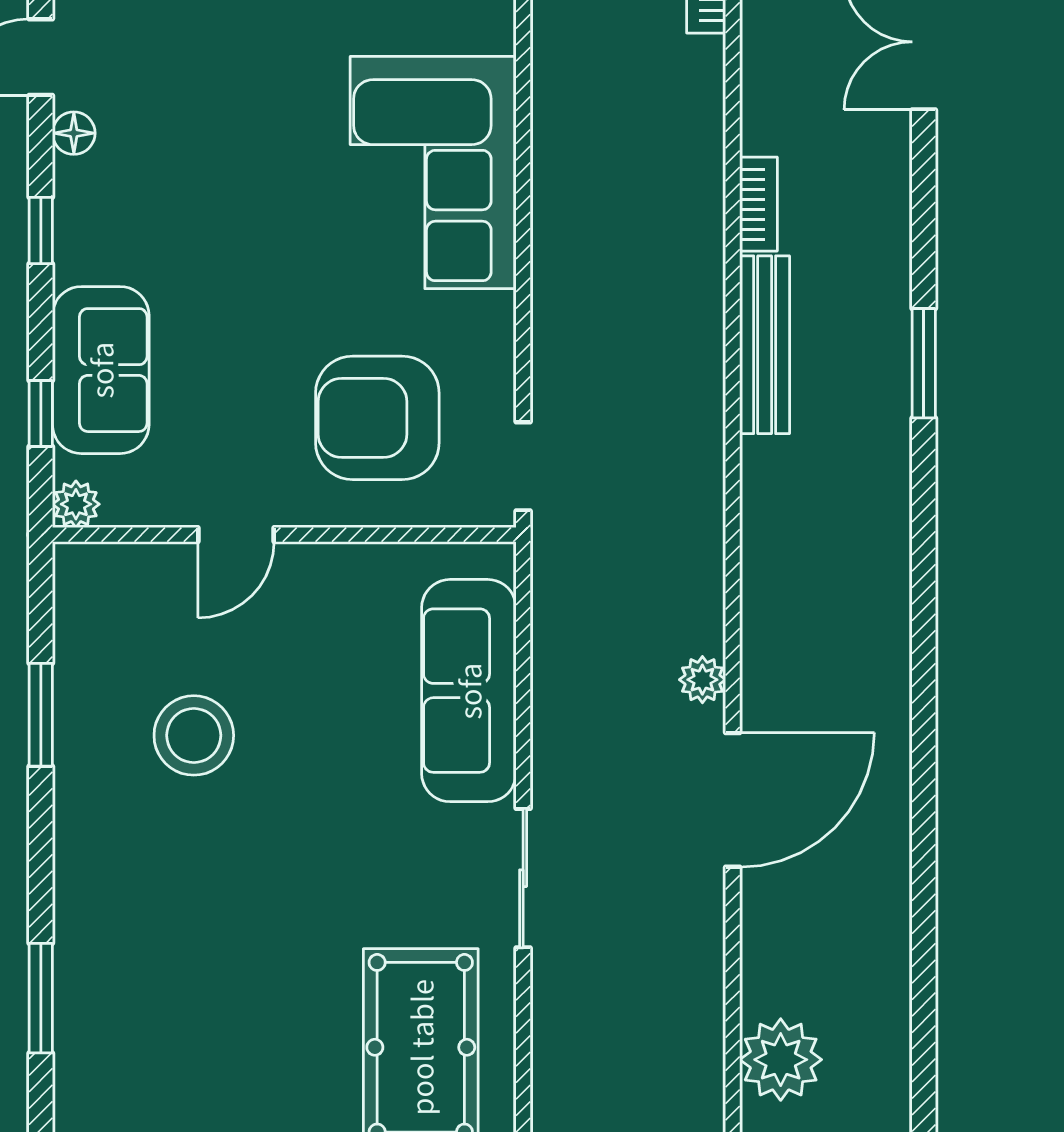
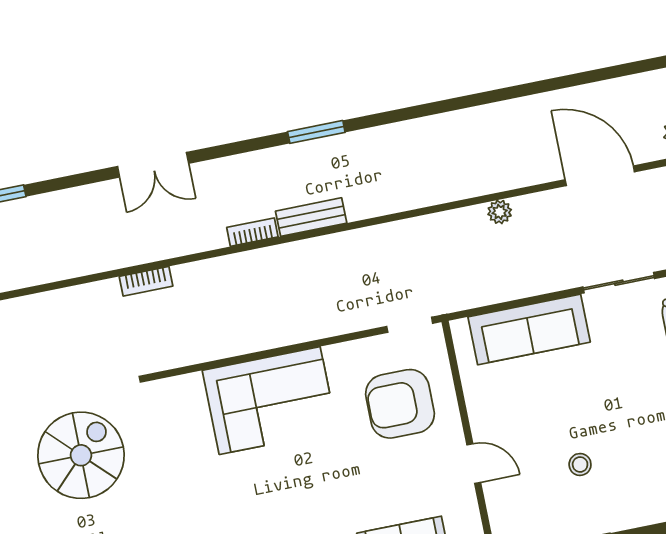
bench: (765, 345) -> (311, 217), width x0.73
armchair: (377, 418) -> (400, 404), turned 90
stool: (194, 735) -> (580, 464), width x0.53, depth x0.53
door: (733, 800) -> (600, 176), moved

